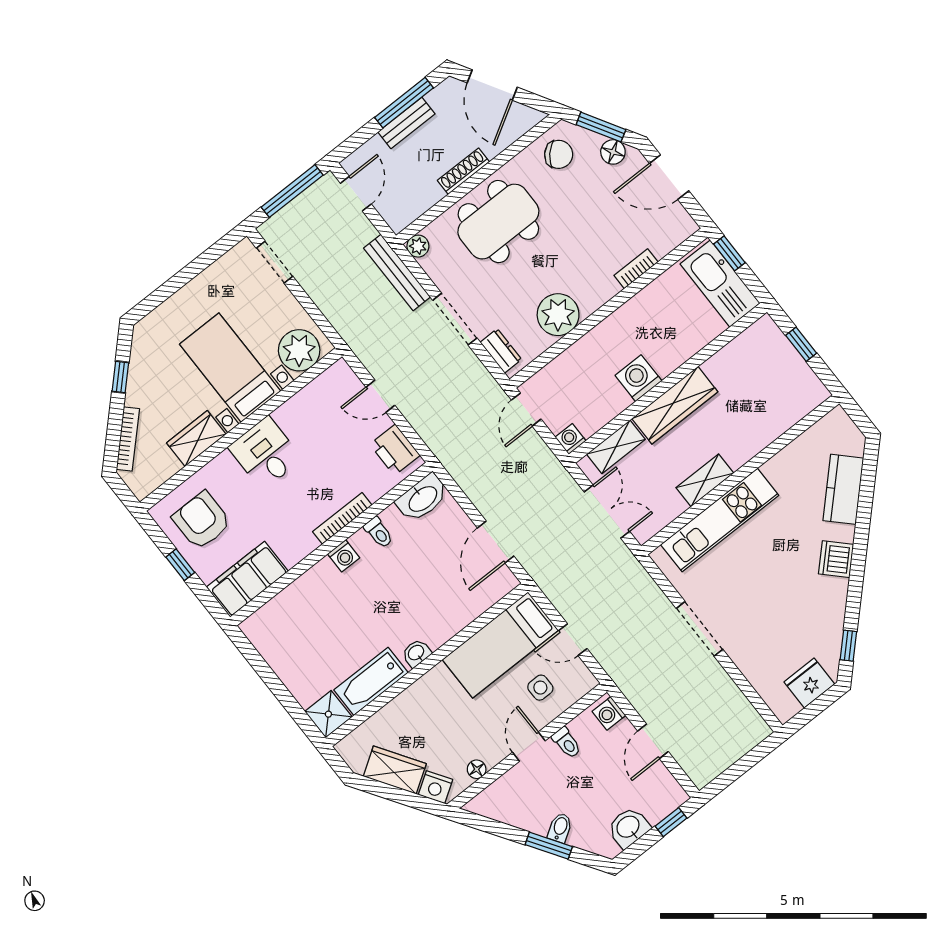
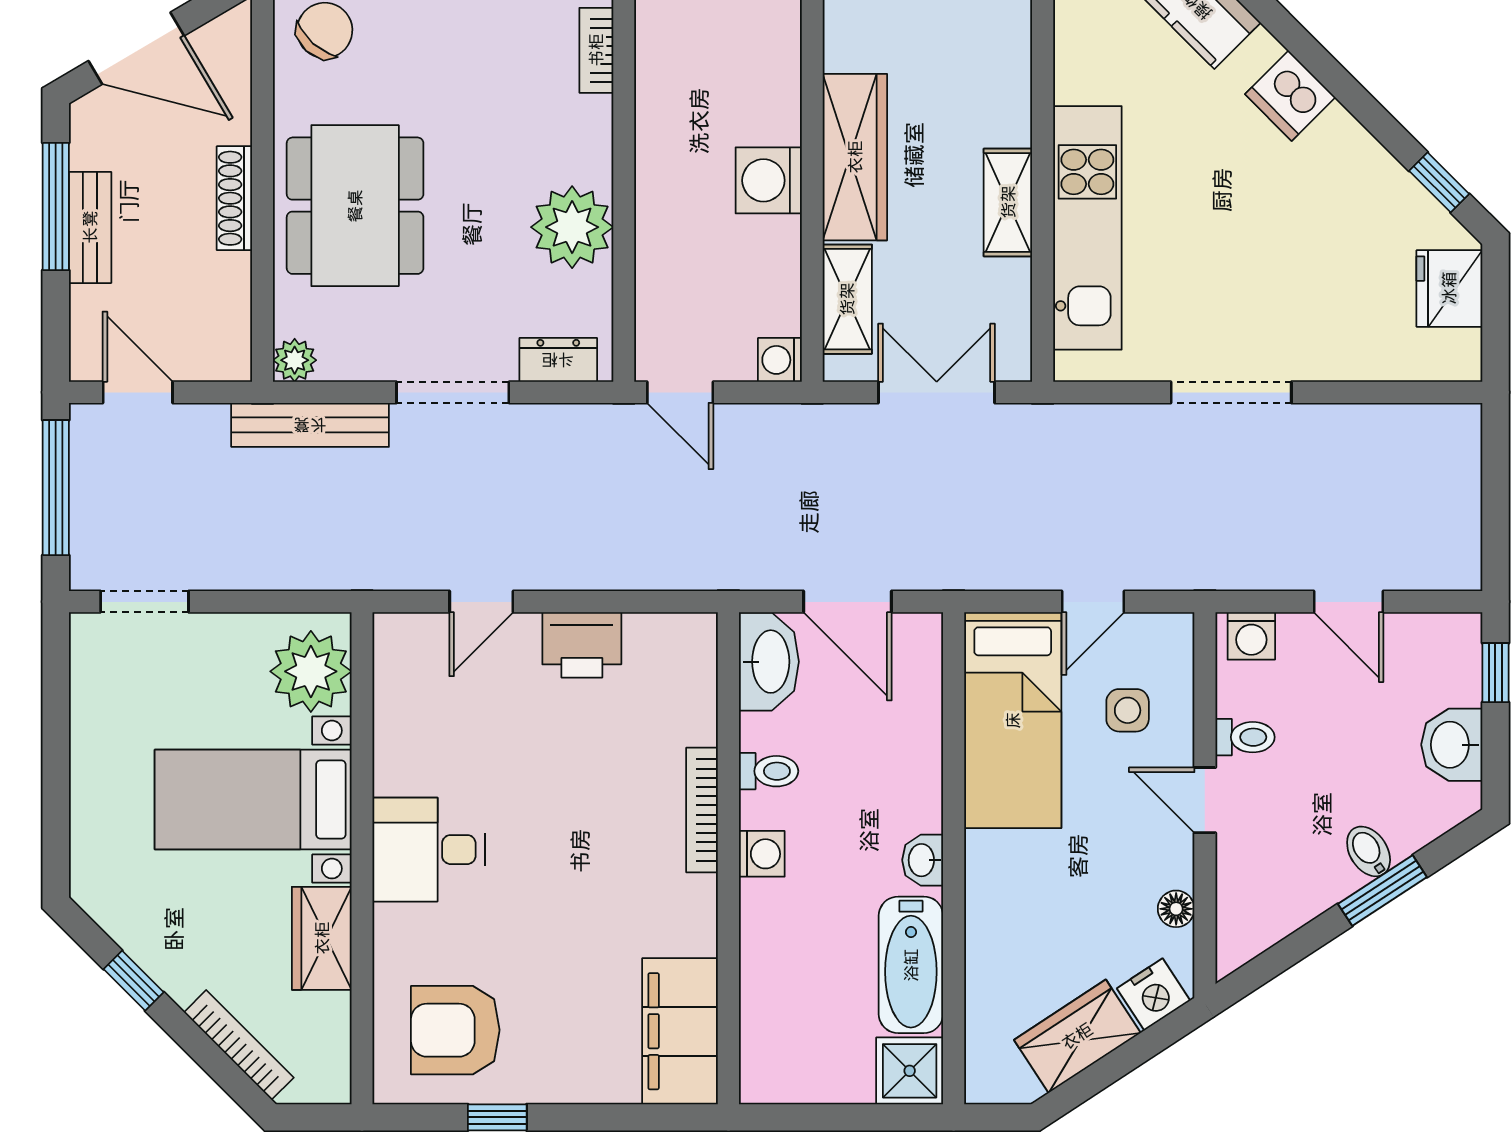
washbasin: (422, 498) -> (769, 662), moved
bookcase: (342, 518) -> (702, 810), moved
toilet: (379, 533) -> (769, 771), moved
wall: (331, 544) -> (728, 858), moved
washing machine: (344, 556) -> (762, 854), moved
filing cabinet: (247, 579) -> (680, 1031), moved

